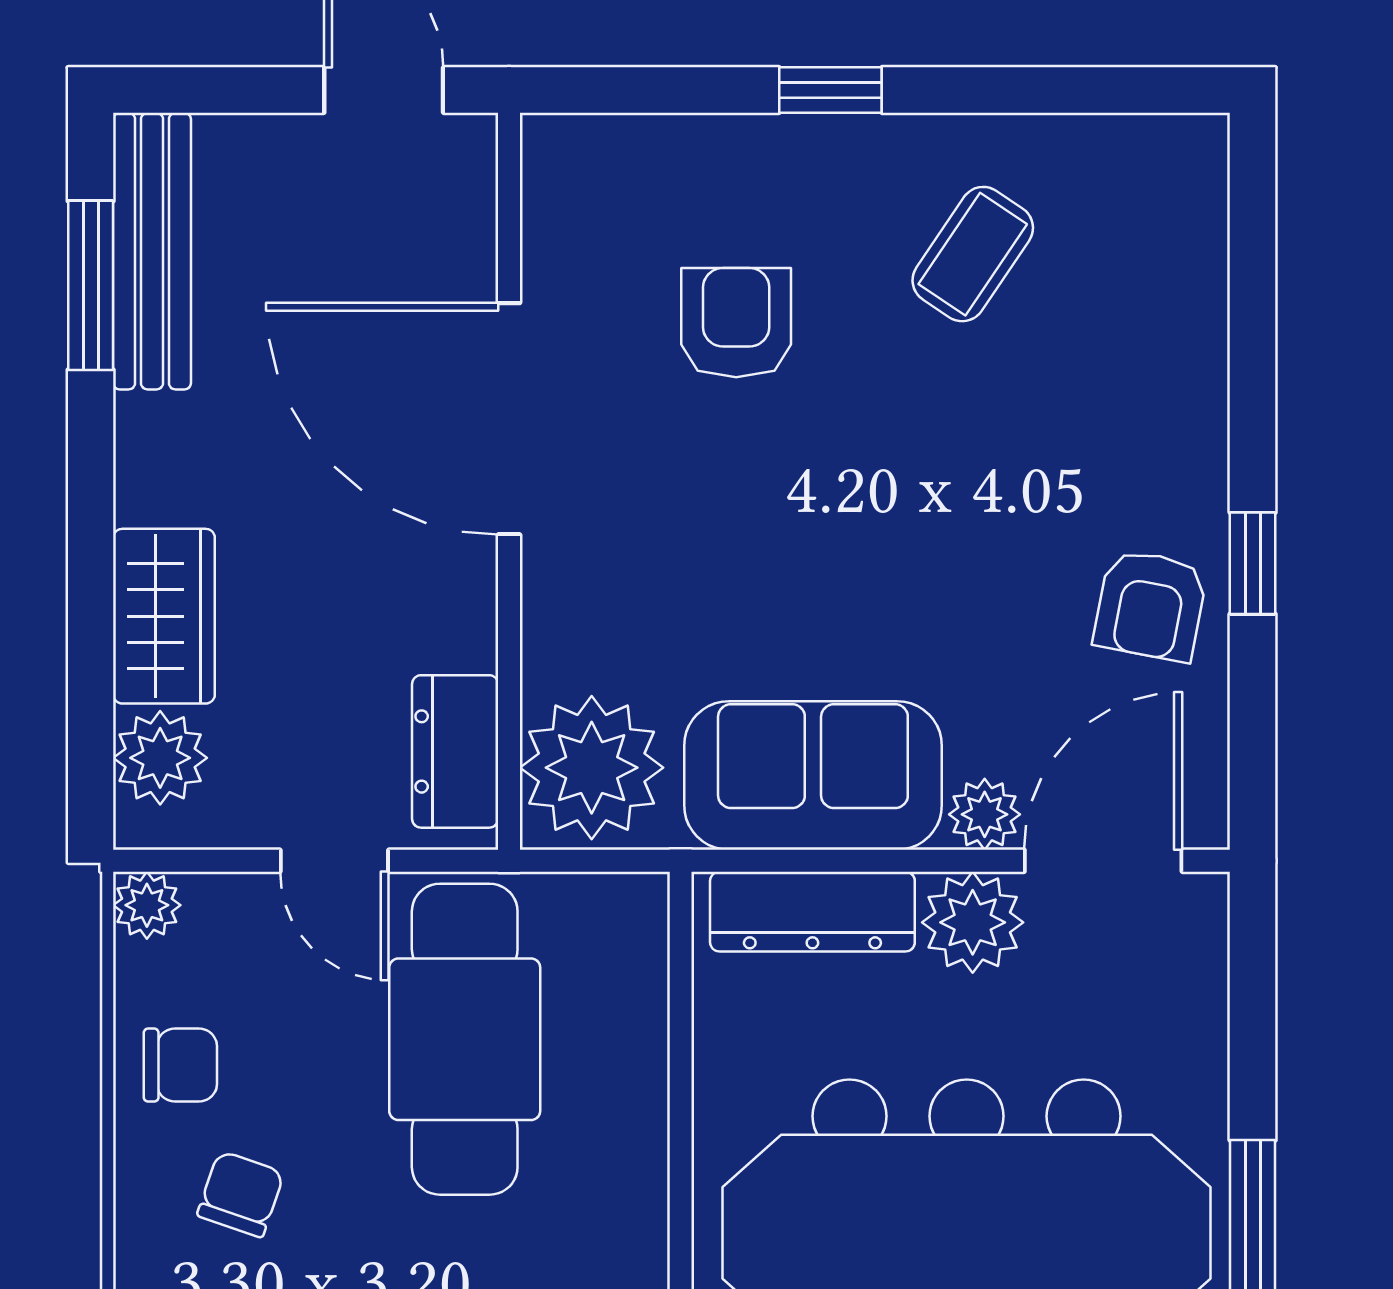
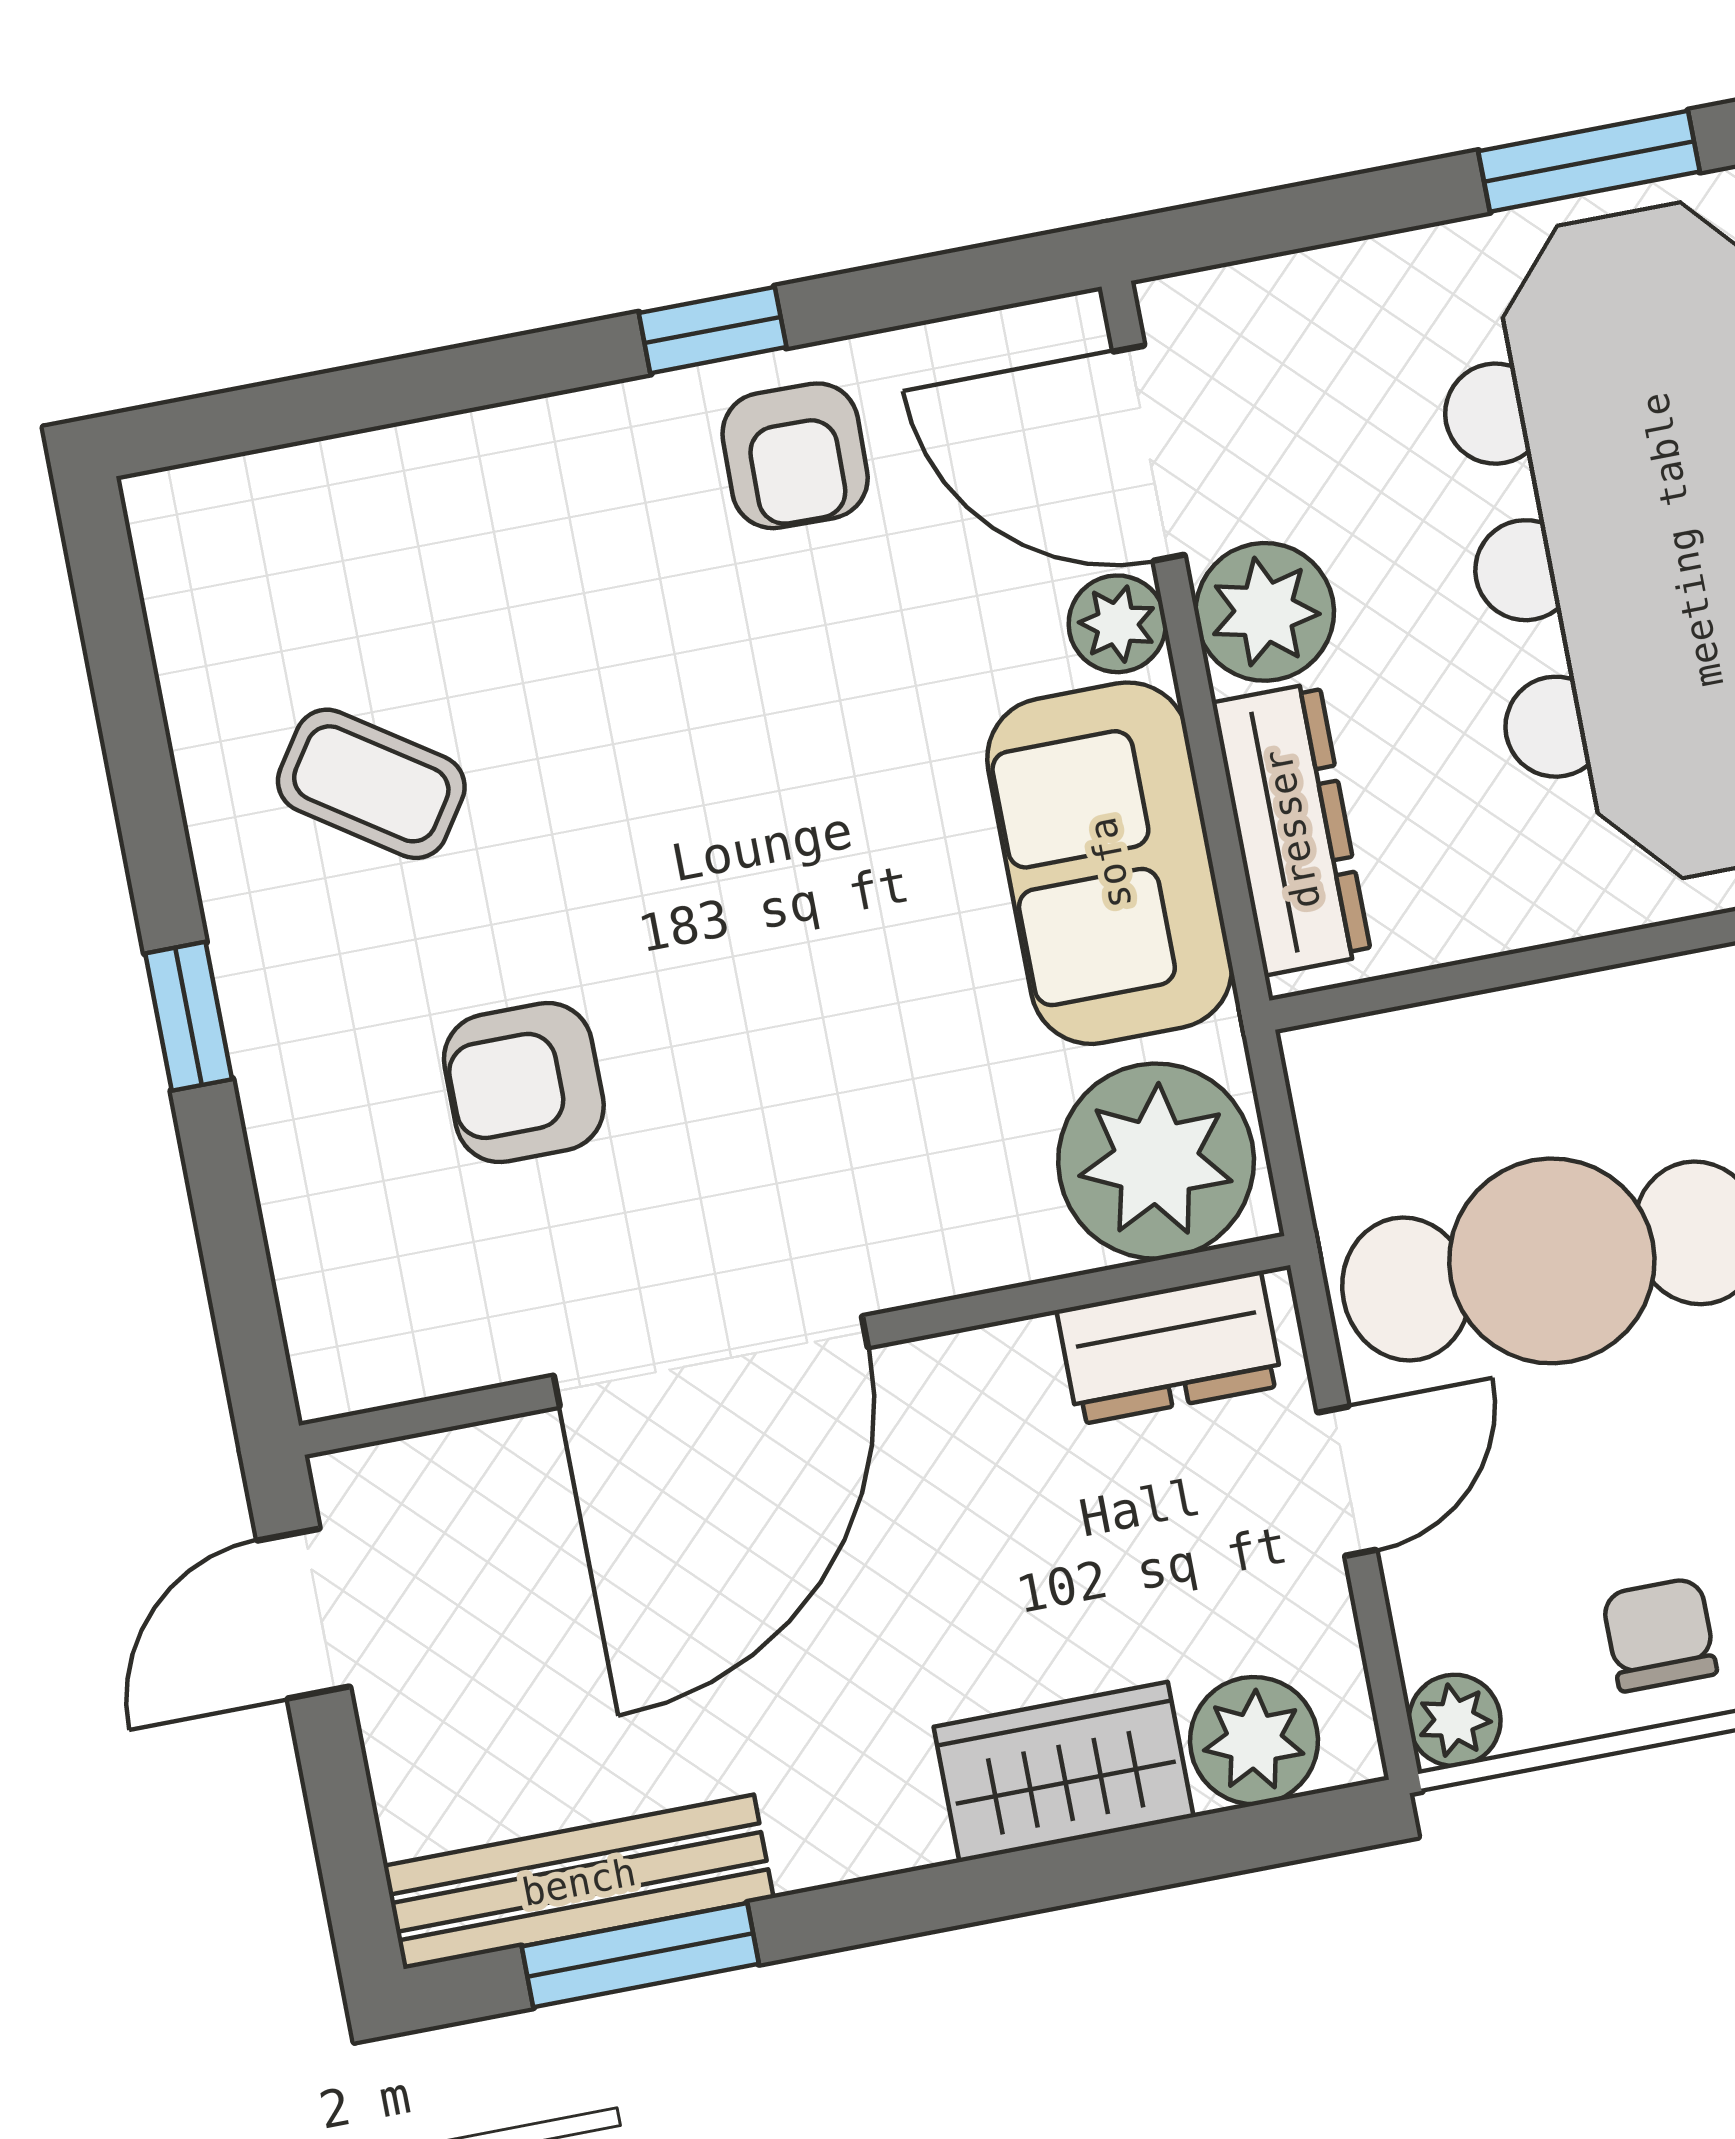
armchair: (1150, 605) -> (795, 456), turned 80

